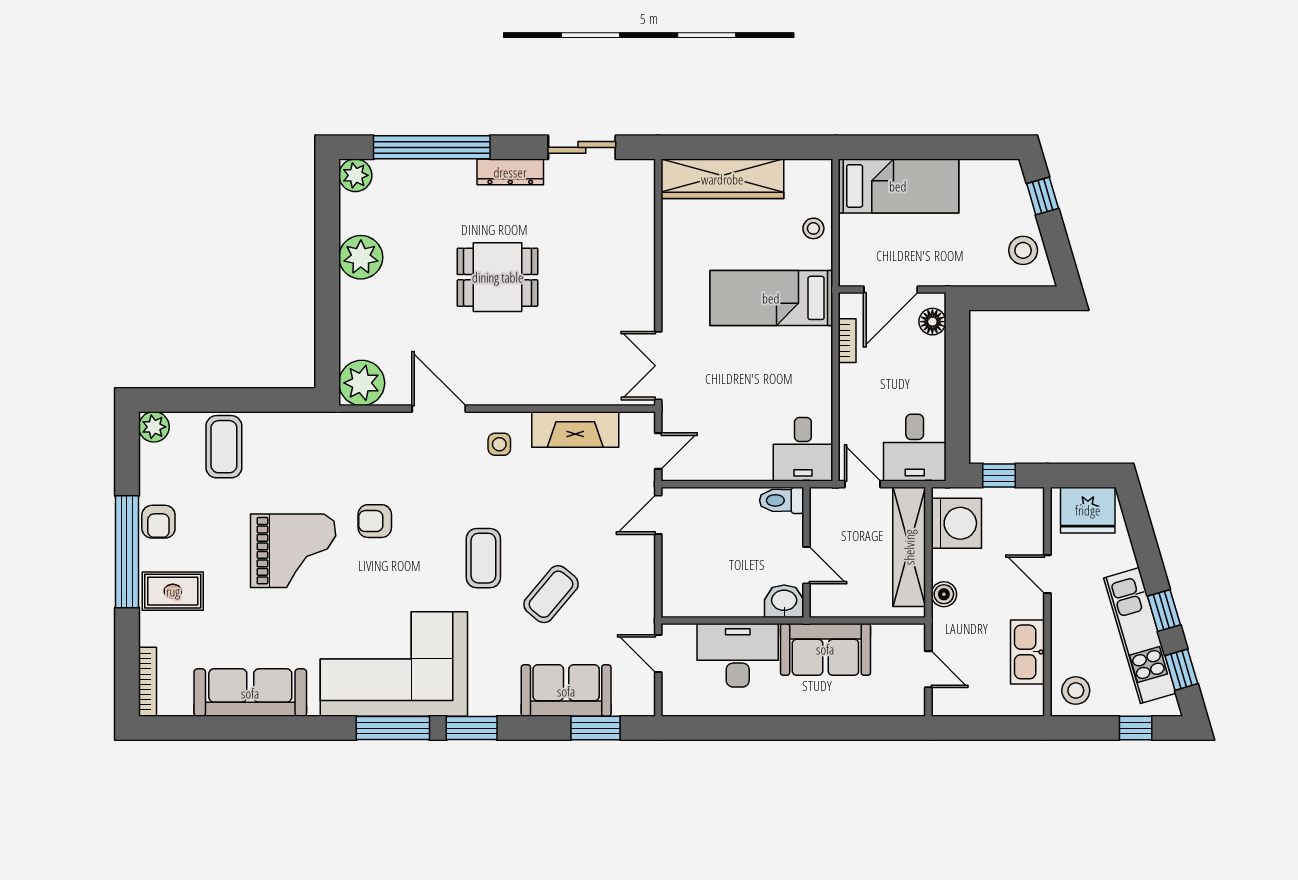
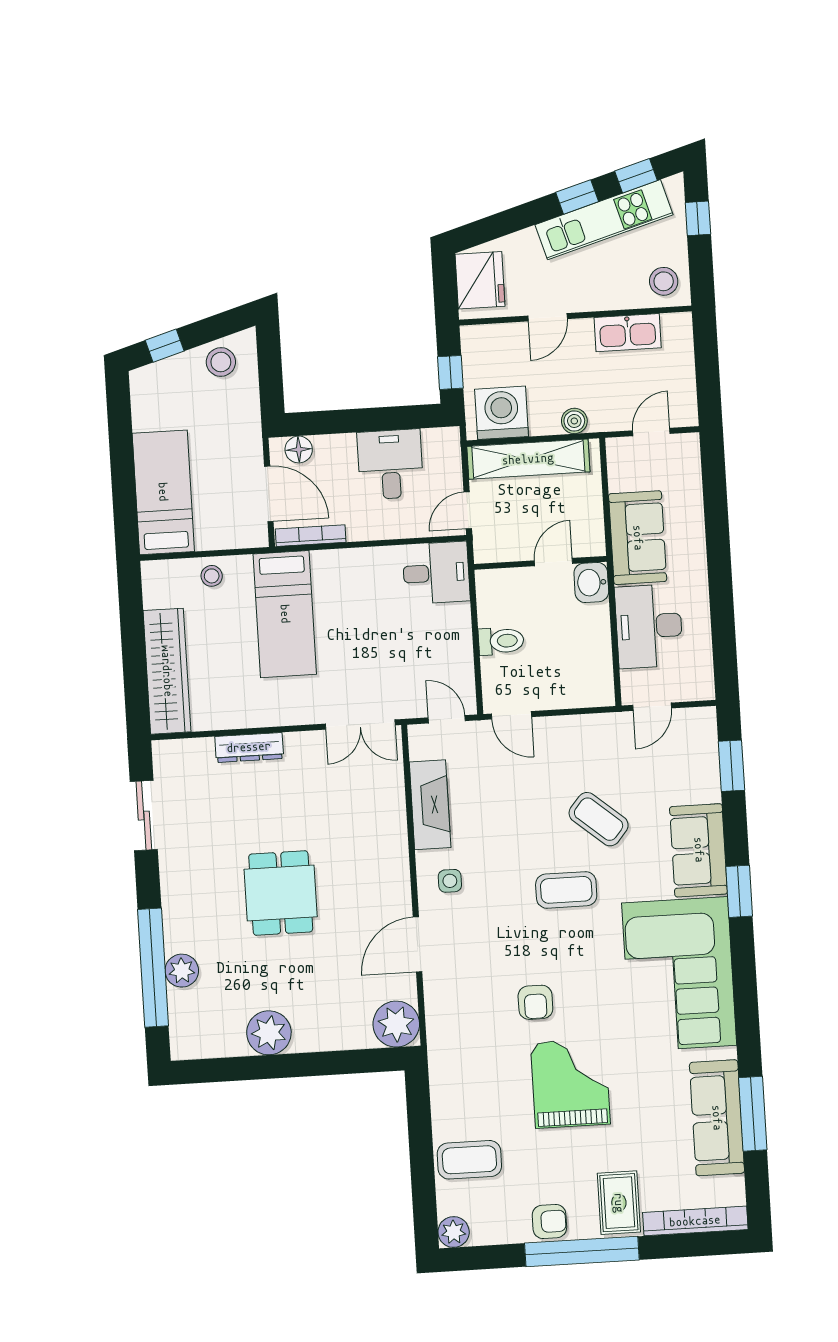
dresser: (510, 172) -> (249, 747), moved, turned 90
plant: (355, 175) -> (182, 971), moved
bookcase: (847, 341) -> (311, 536), width x1.56
desk: (915, 448) -> (390, 464), moved, turned -90
toilet: (782, 500) -> (501, 641), moved, turned -90
bookcase: (147, 682) -> (695, 1221), width x1.48, depth x1.31
sofa: (566, 691) -> (699, 850), moved
window: (393, 728) -> (753, 1114), moved

